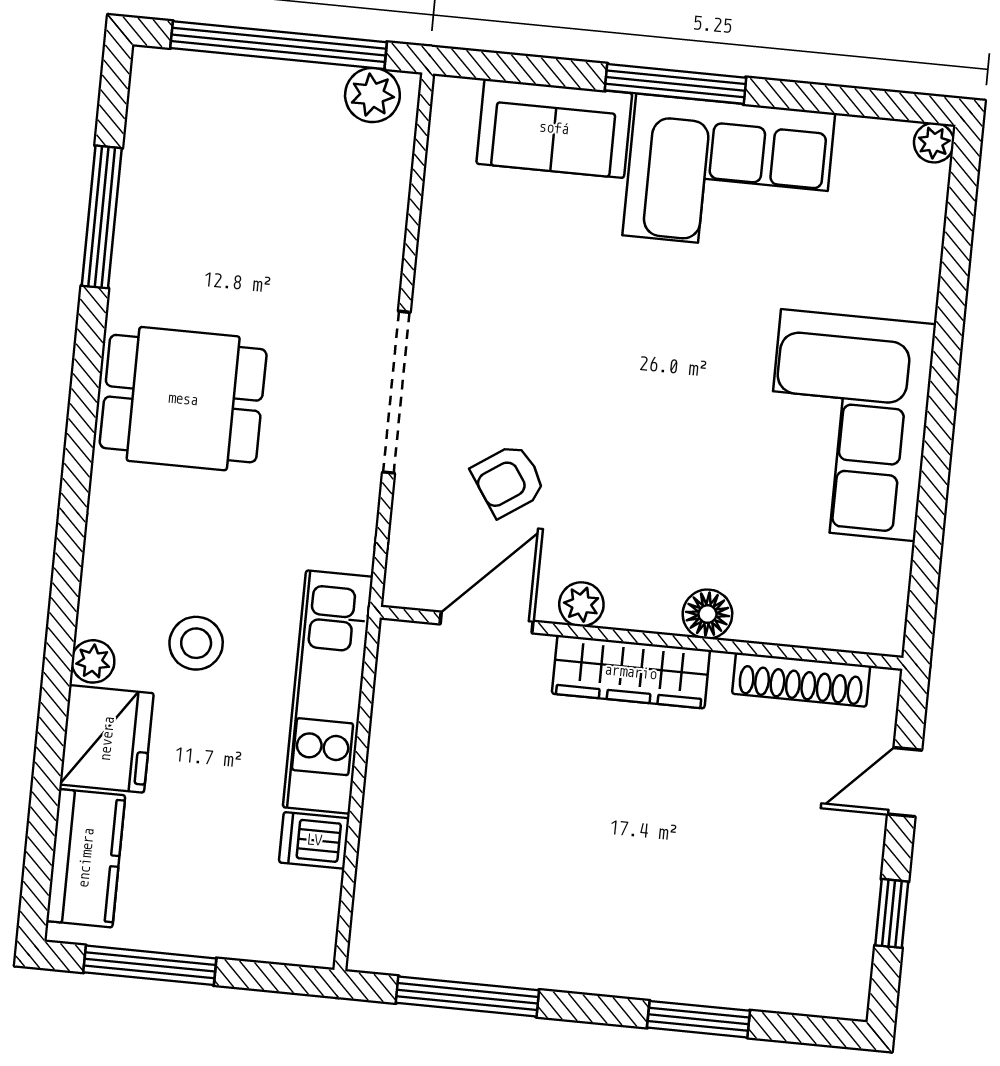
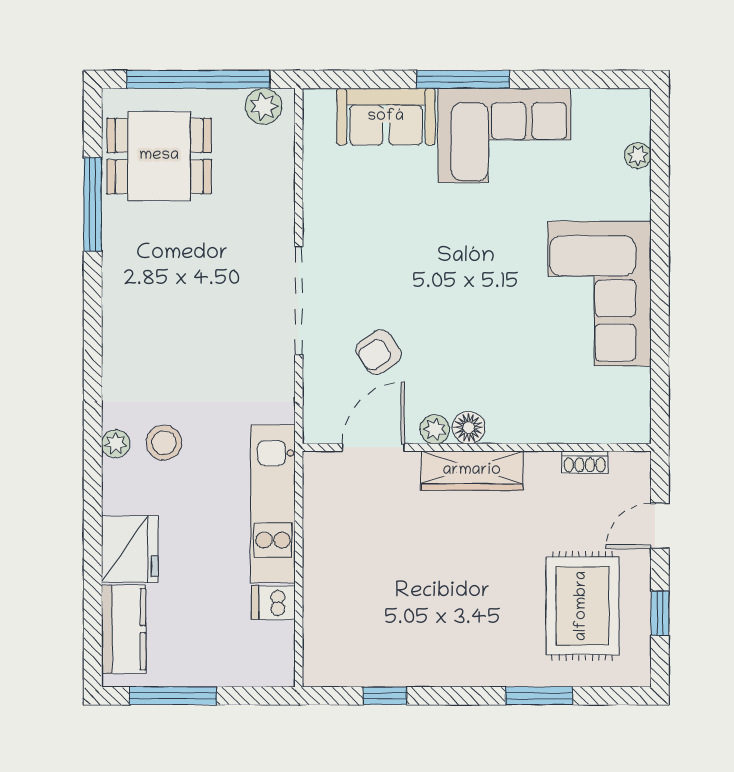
plant: (934, 143) -> (638, 156), moved
dining table: (183, 399) -> (159, 156), moved
floor lamp: (707, 614) -> (469, 428), moved
stool: (196, 643) -> (164, 443), moved
plant: (93, 661) -> (116, 444), moved
shoe rack: (801, 680) -> (585, 462), width x0.51, depth x0.81
rug: (777, 891) -> (582, 606), added
window: (467, 996) -> (385, 696), width x0.46

